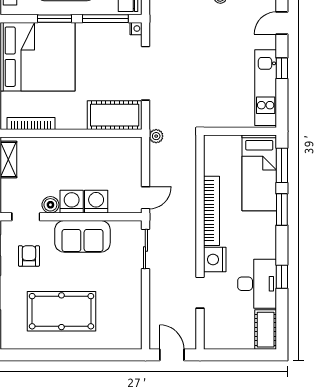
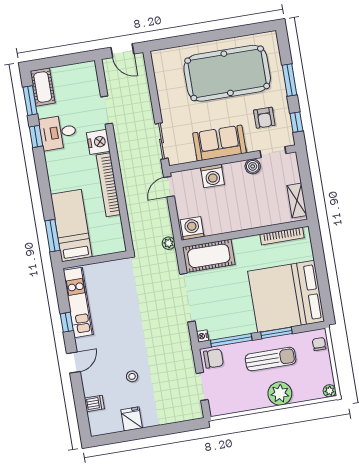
washing machine: (72, 202) -> (192, 228), moved, turned 180
window: (282, 209) -> (30, 101), moved
desk: (257, 284) -> (58, 133), width x0.73
pool table: (61, 311) -> (227, 73), width x1.36, depth x1.32

